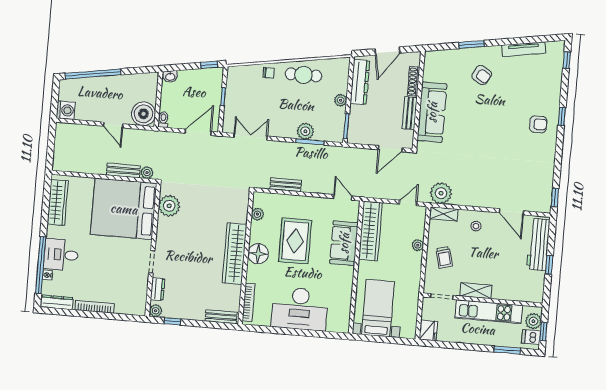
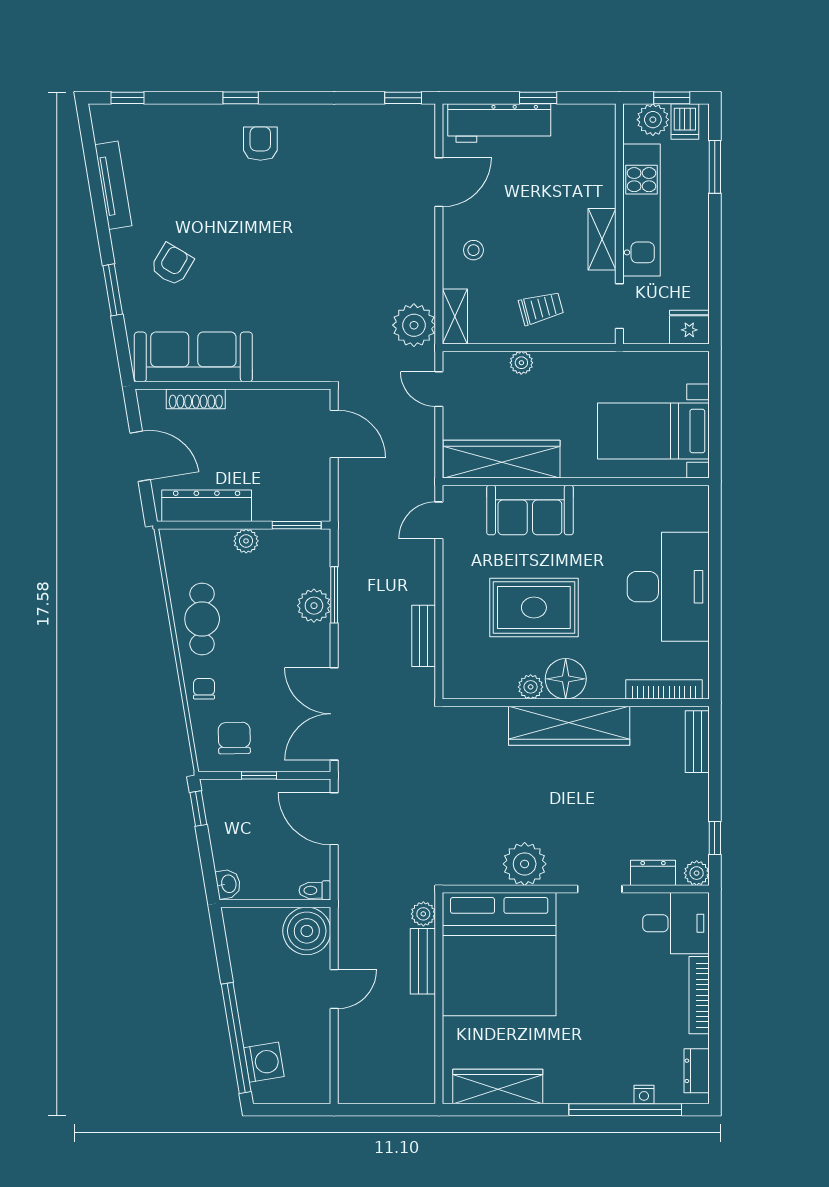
chair: (243, 86) -> (234, 738), added
washing machine: (66, 110) -> (264, 1062), moved, turned 81
sofa: (432, 112) -> (193, 357), moved
bench: (410, 113) -> (260, 401), removed
double door: (251, 137) -> (334, 714), width x1.37
plant: (169, 206) -> (525, 864), moved
plant: (257, 214) -> (531, 687), moved
desk: (61, 255) -> (676, 923), moved, turned -90
dresser: (57, 302) -> (697, 1071), width x0.70

